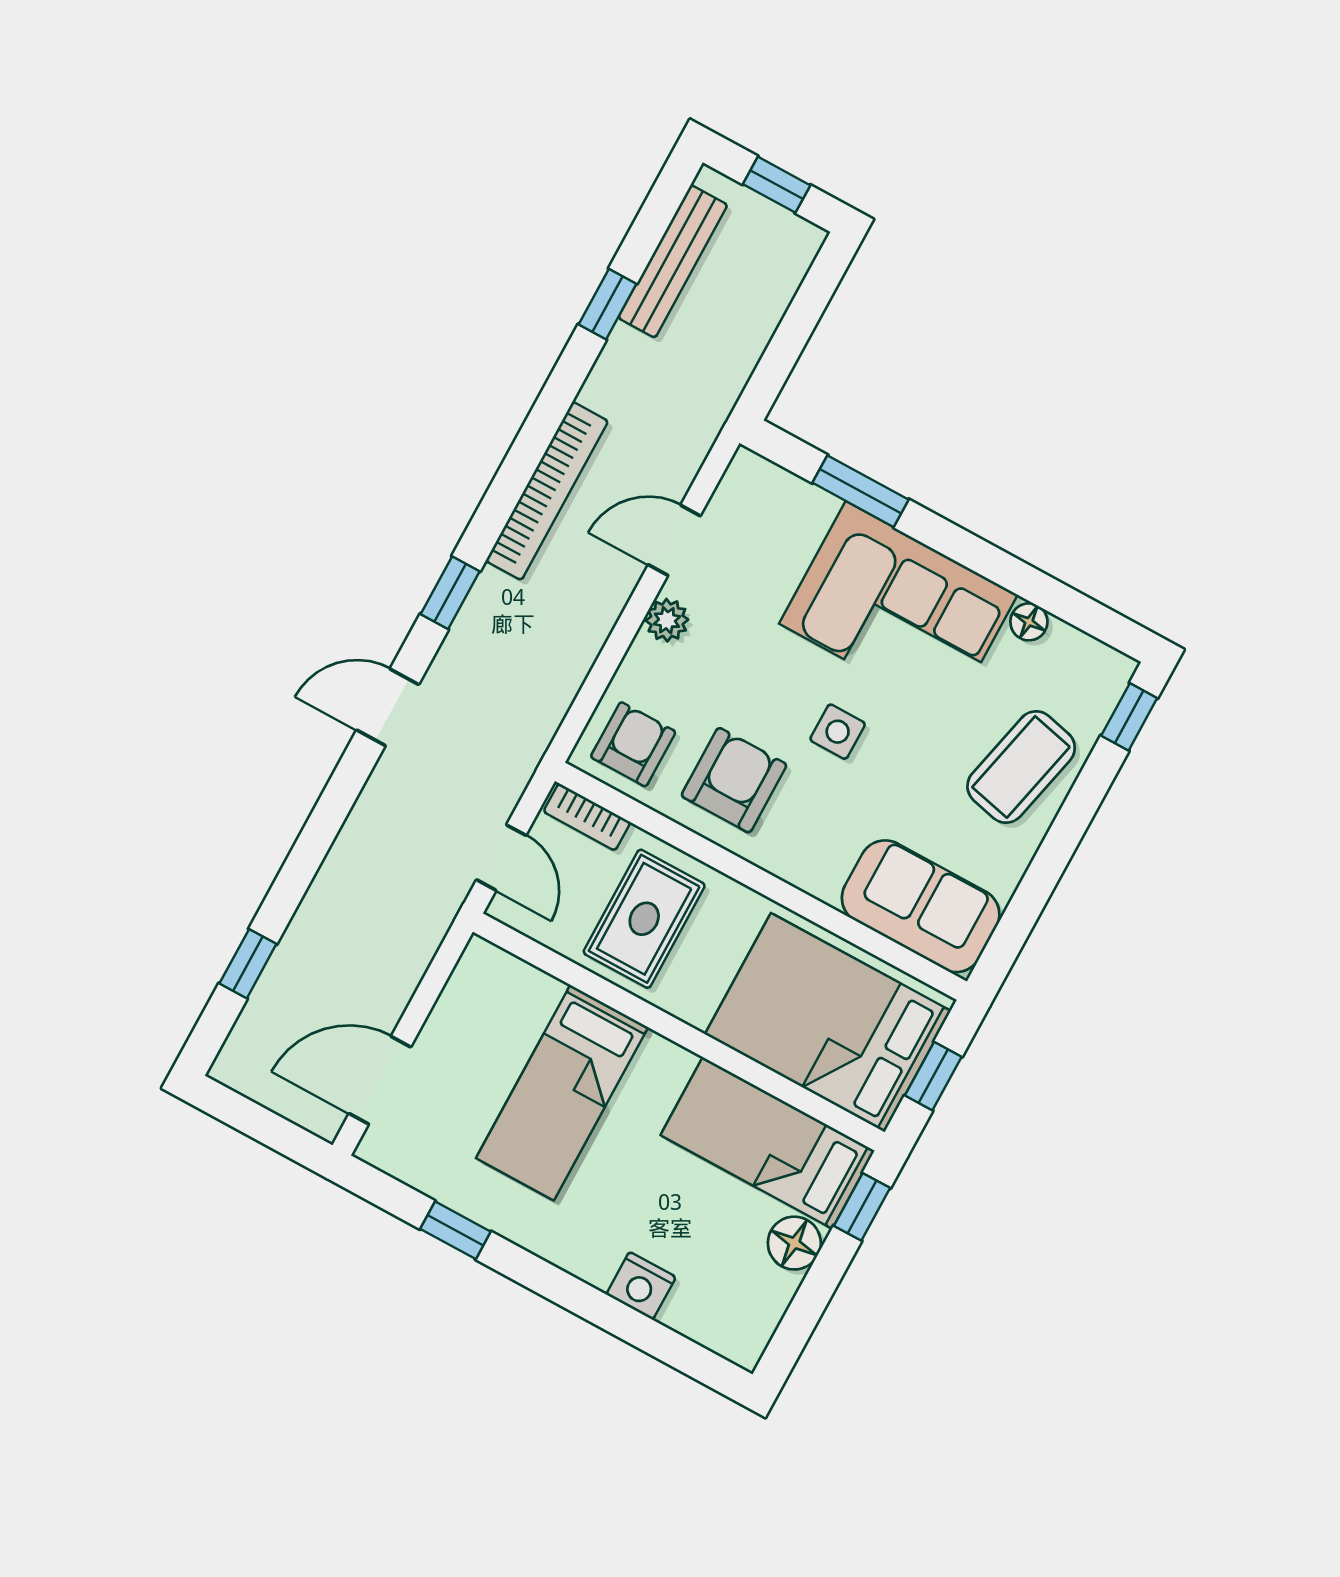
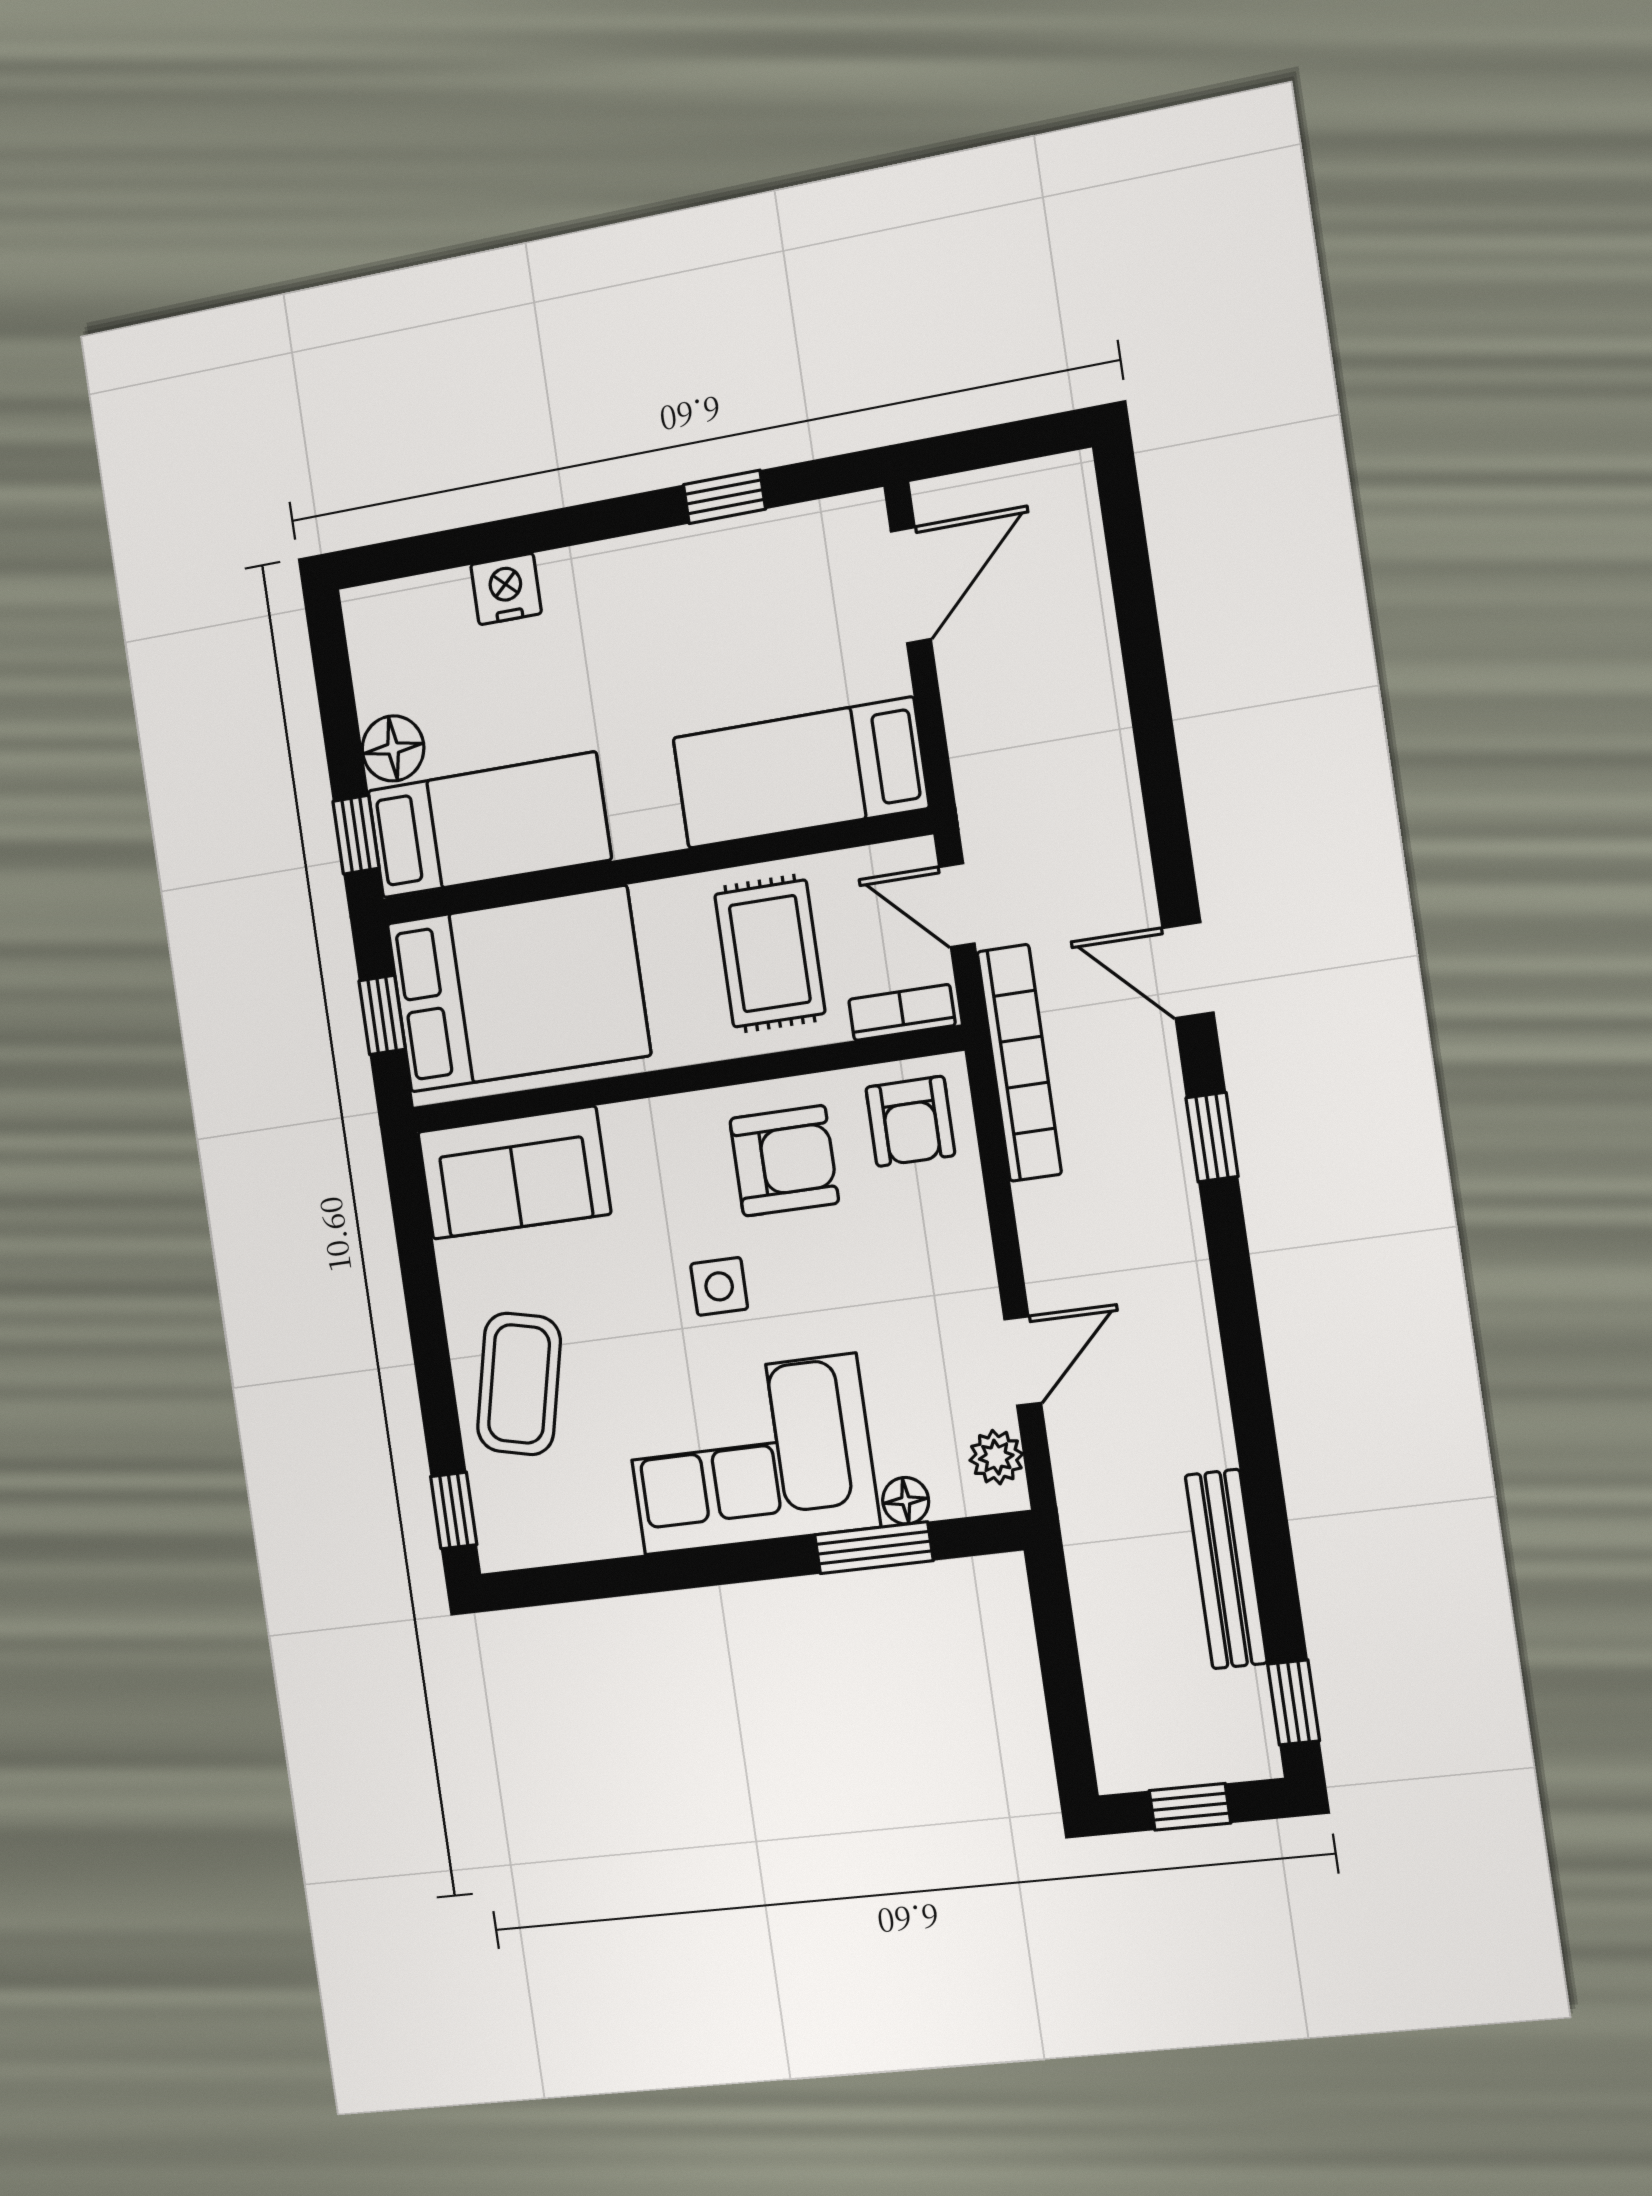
bench: (673, 261) -> (1226, 1569), moved
window: (607, 304) -> (1294, 1702), moved
bookcase: (547, 491) -> (1019, 1063), moved, turned 180
plant: (667, 620) -> (996, 1457), moved
floor lamp: (1029, 622) -> (906, 1501), moved
door: (388, 707) -> (1188, 970), swing flipped
armchair: (734, 780) -> (784, 1161), turned -90
window: (248, 964) -> (1134, 596), removed
bed: (562, 1093) -> (800, 773), moved, turned -90

